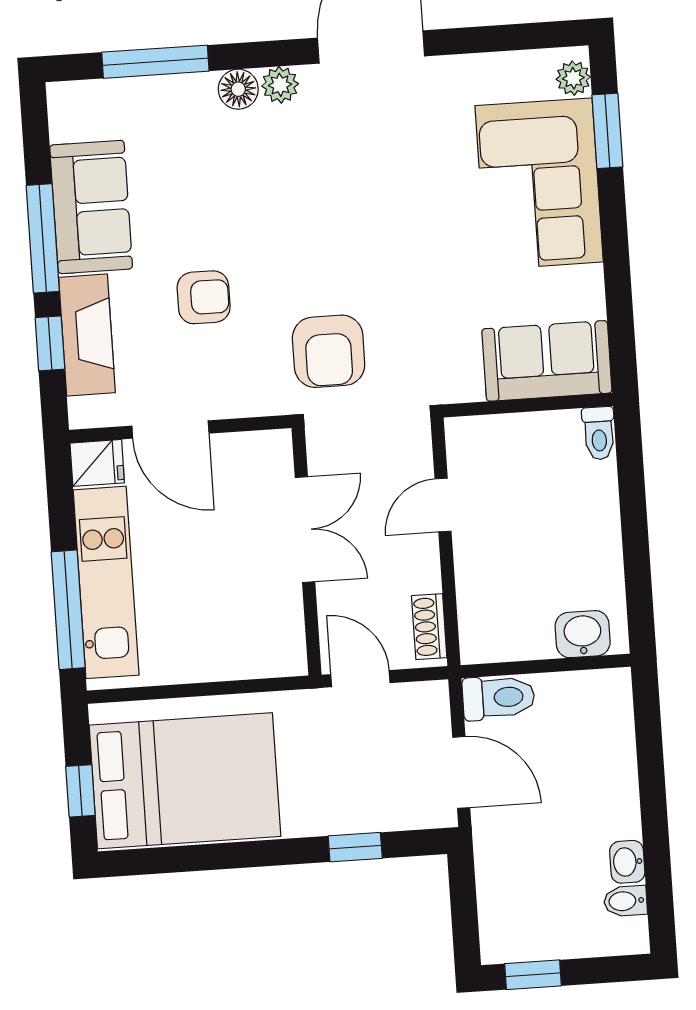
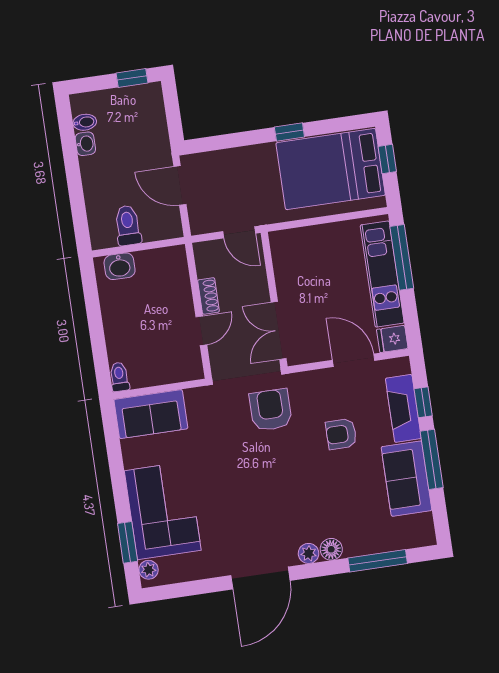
double door: (305, 530) -> (279, 330), moved
shoe rack: (429, 627) -> (208, 296), moved
toilet: (499, 698) -> (128, 225), moved, turned 90
window: (355, 847) -> (289, 132), moved

